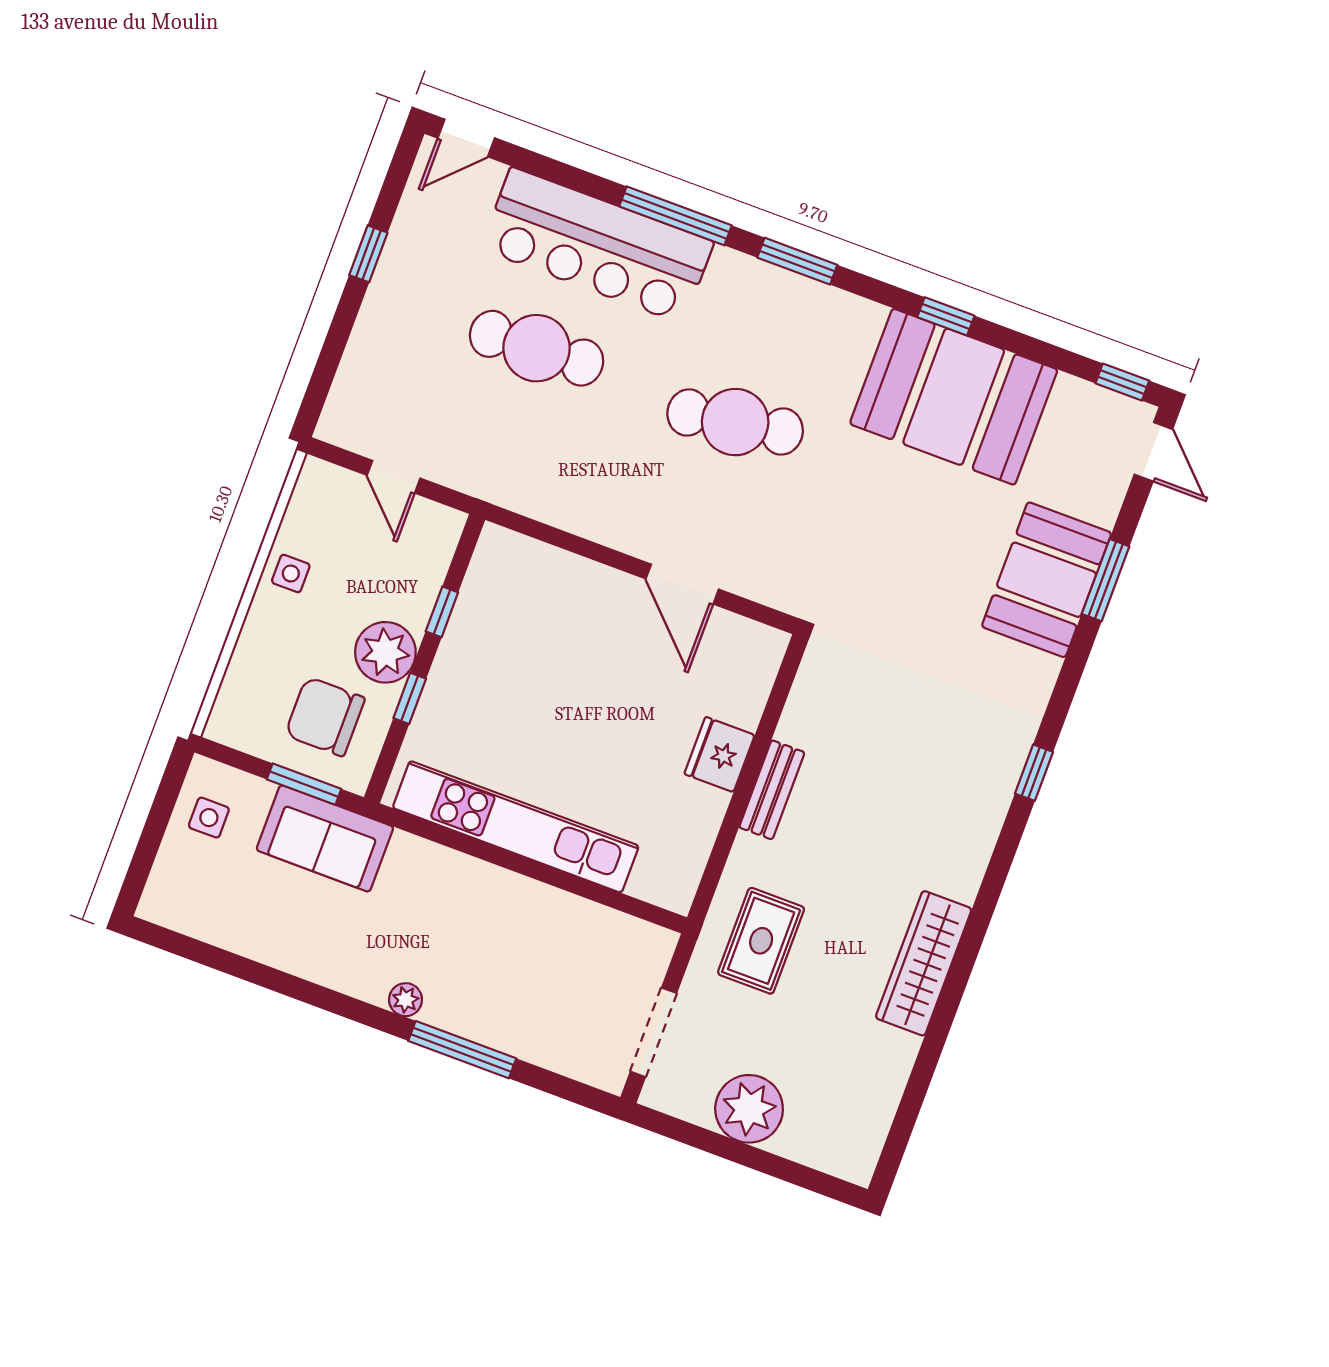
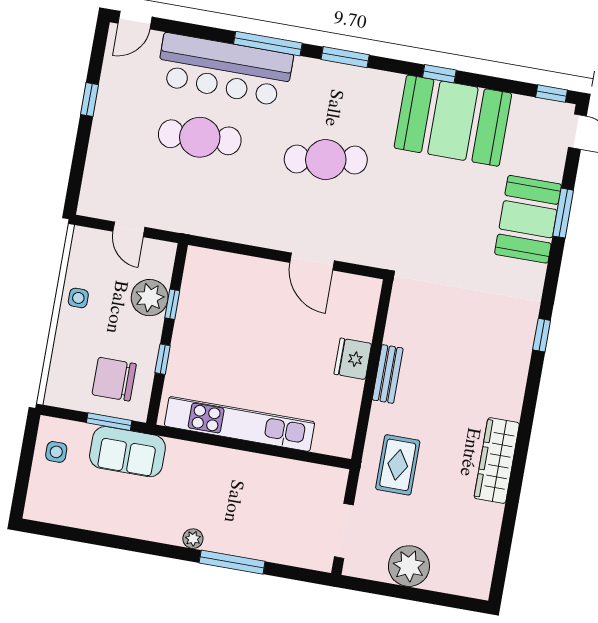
plant: (385, 652) -> (150, 298), moved

